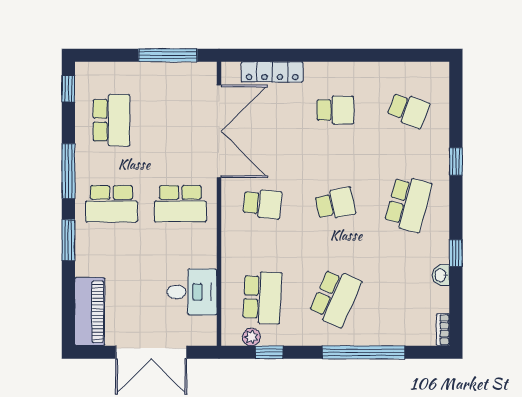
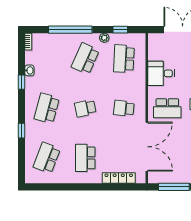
school desk: (335, 110) -> (85, 158), width x1.85
school desk: (408, 110) -> (47, 158), width x1.85
double door: (219, 131) -> (147, 147), swing flipped
school desk: (180, 204) -> (167, 108), turned 180
desk: (192, 292) -> (161, 73), moved
plant: (251, 337) -> (104, 38), moved

